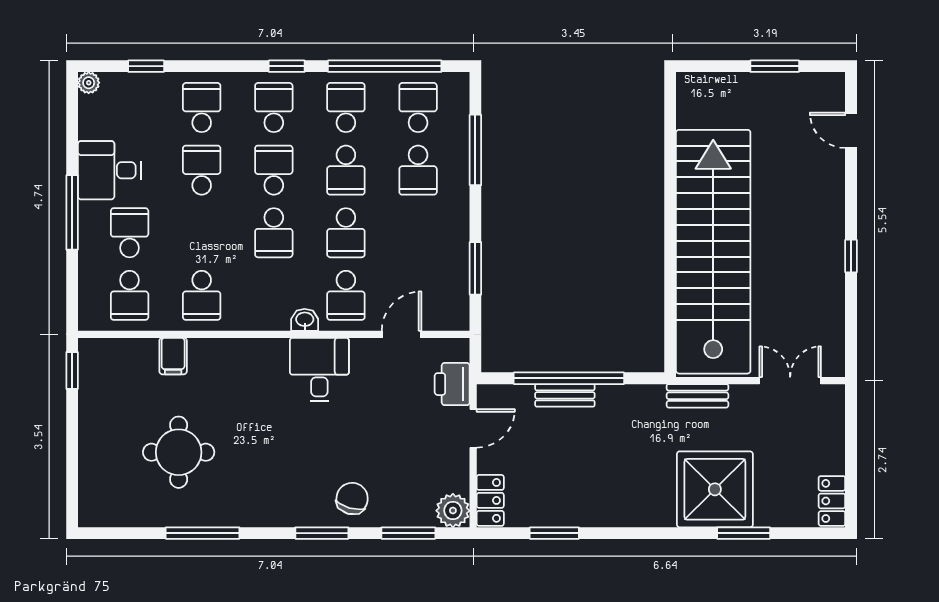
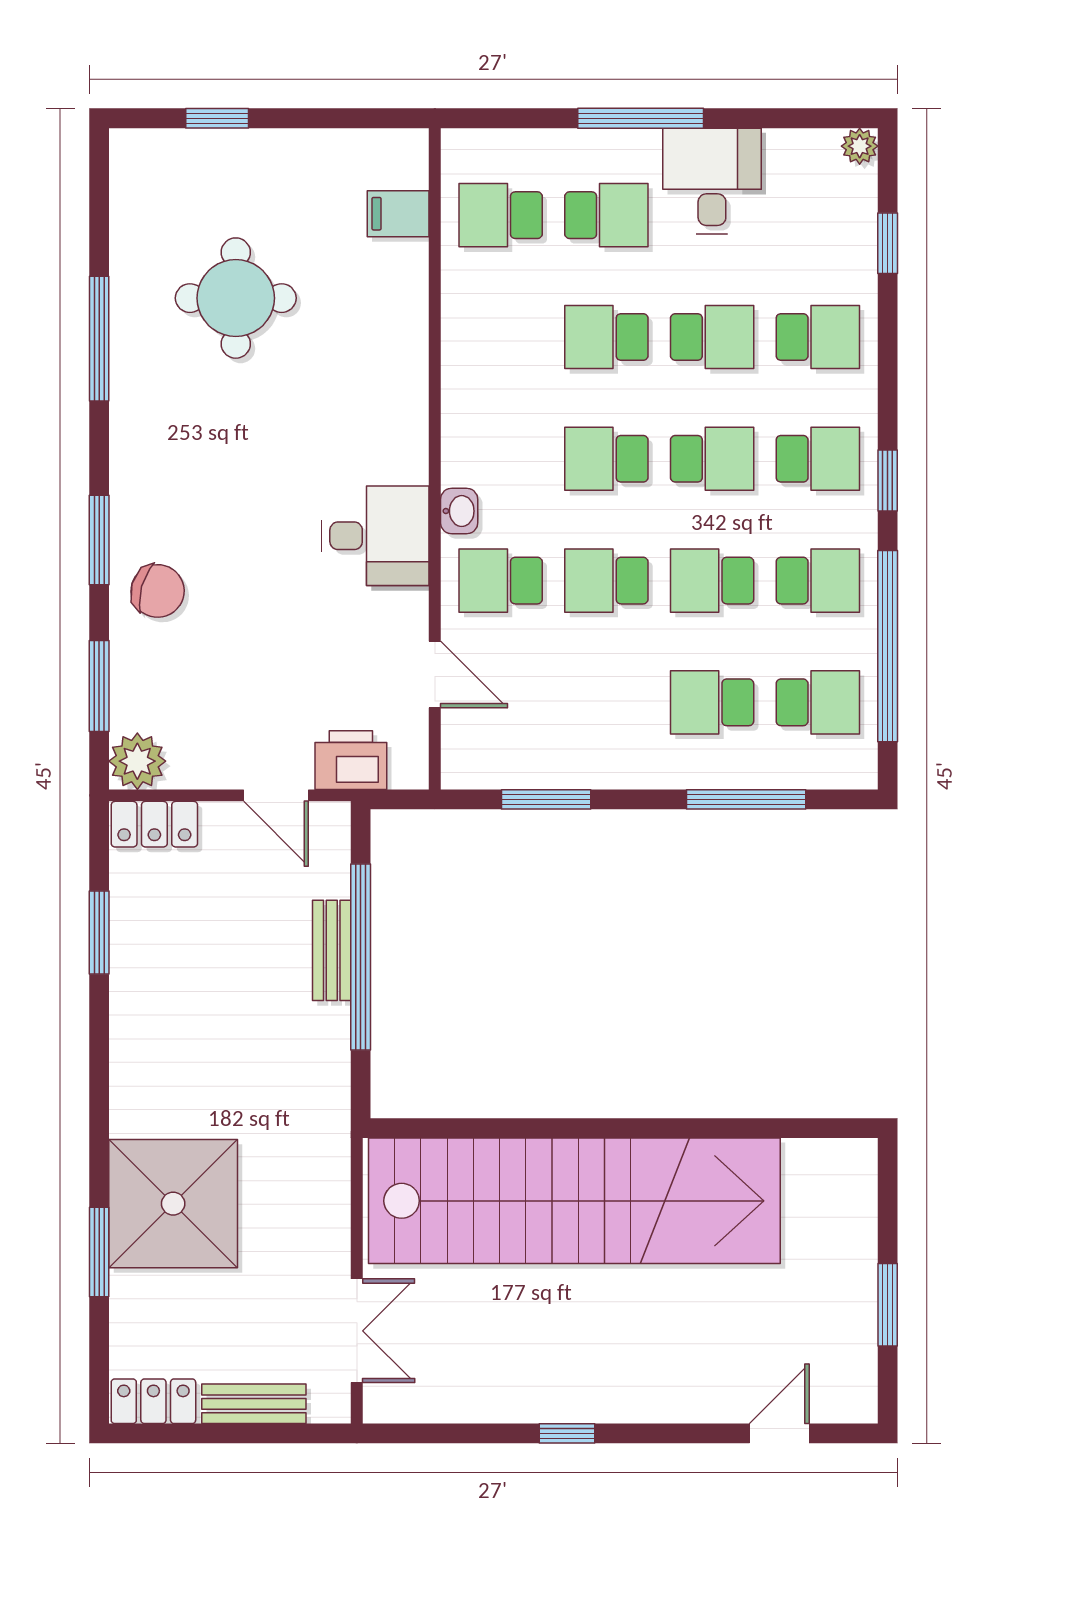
school desk: (202, 295) -> (606, 337), moved
filing cabinet: (173, 356) -> (398, 214), moved
window: (72, 370) -> (217, 118), moved
bench: (697, 396) -> (254, 1404), moved, turned 90

